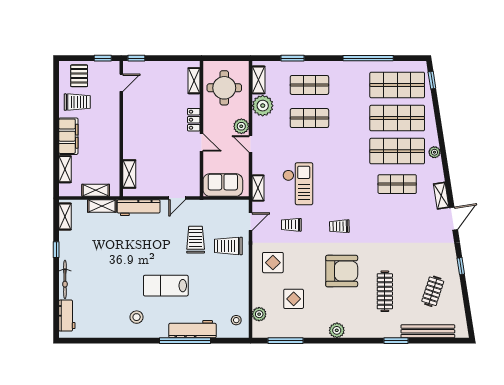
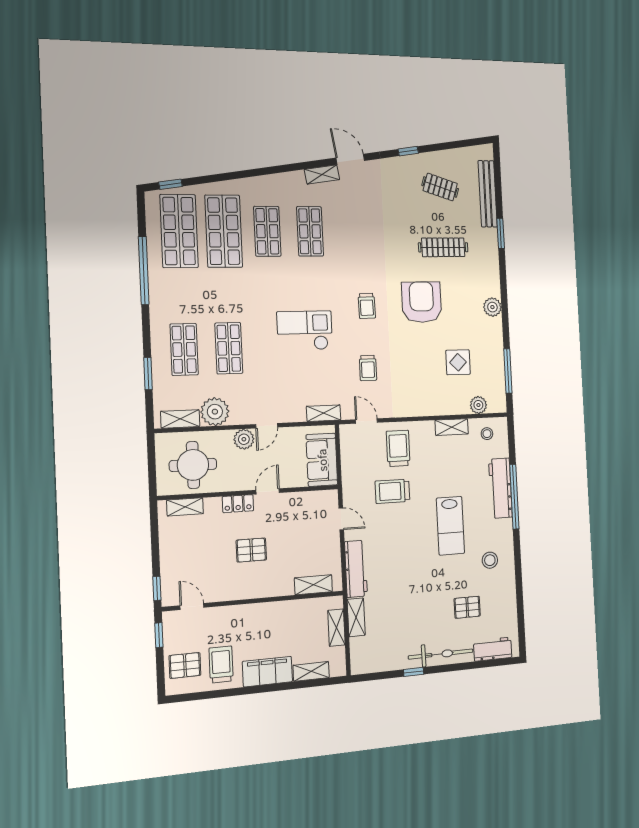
pallet: (159, 128) -> (251, 550), added
shop shelf: (397, 151) -> (267, 231), width x0.70, depth x0.74
plant: (435, 152) -> (267, 182), removed
checkout: (298, 184) -> (305, 331), moved
shelving: (65, 217) -> (452, 427), moved
trolley: (228, 246) -> (398, 448), turned 180
display table: (273, 263) -> (416, 390), removed
bicycle: (65, 279) -> (441, 654), width x1.37, depth x1.40
pallet: (101, 296) -> (467, 607), added

